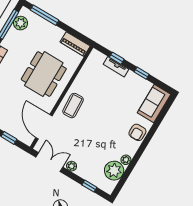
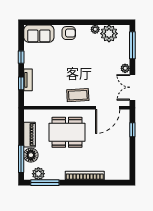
floor lamp: (43, 27) -> (31, 155), added
piano: (75, 44) -> (29, 135), moved
window: (89, 186) -> (132, 45), width x2.17

